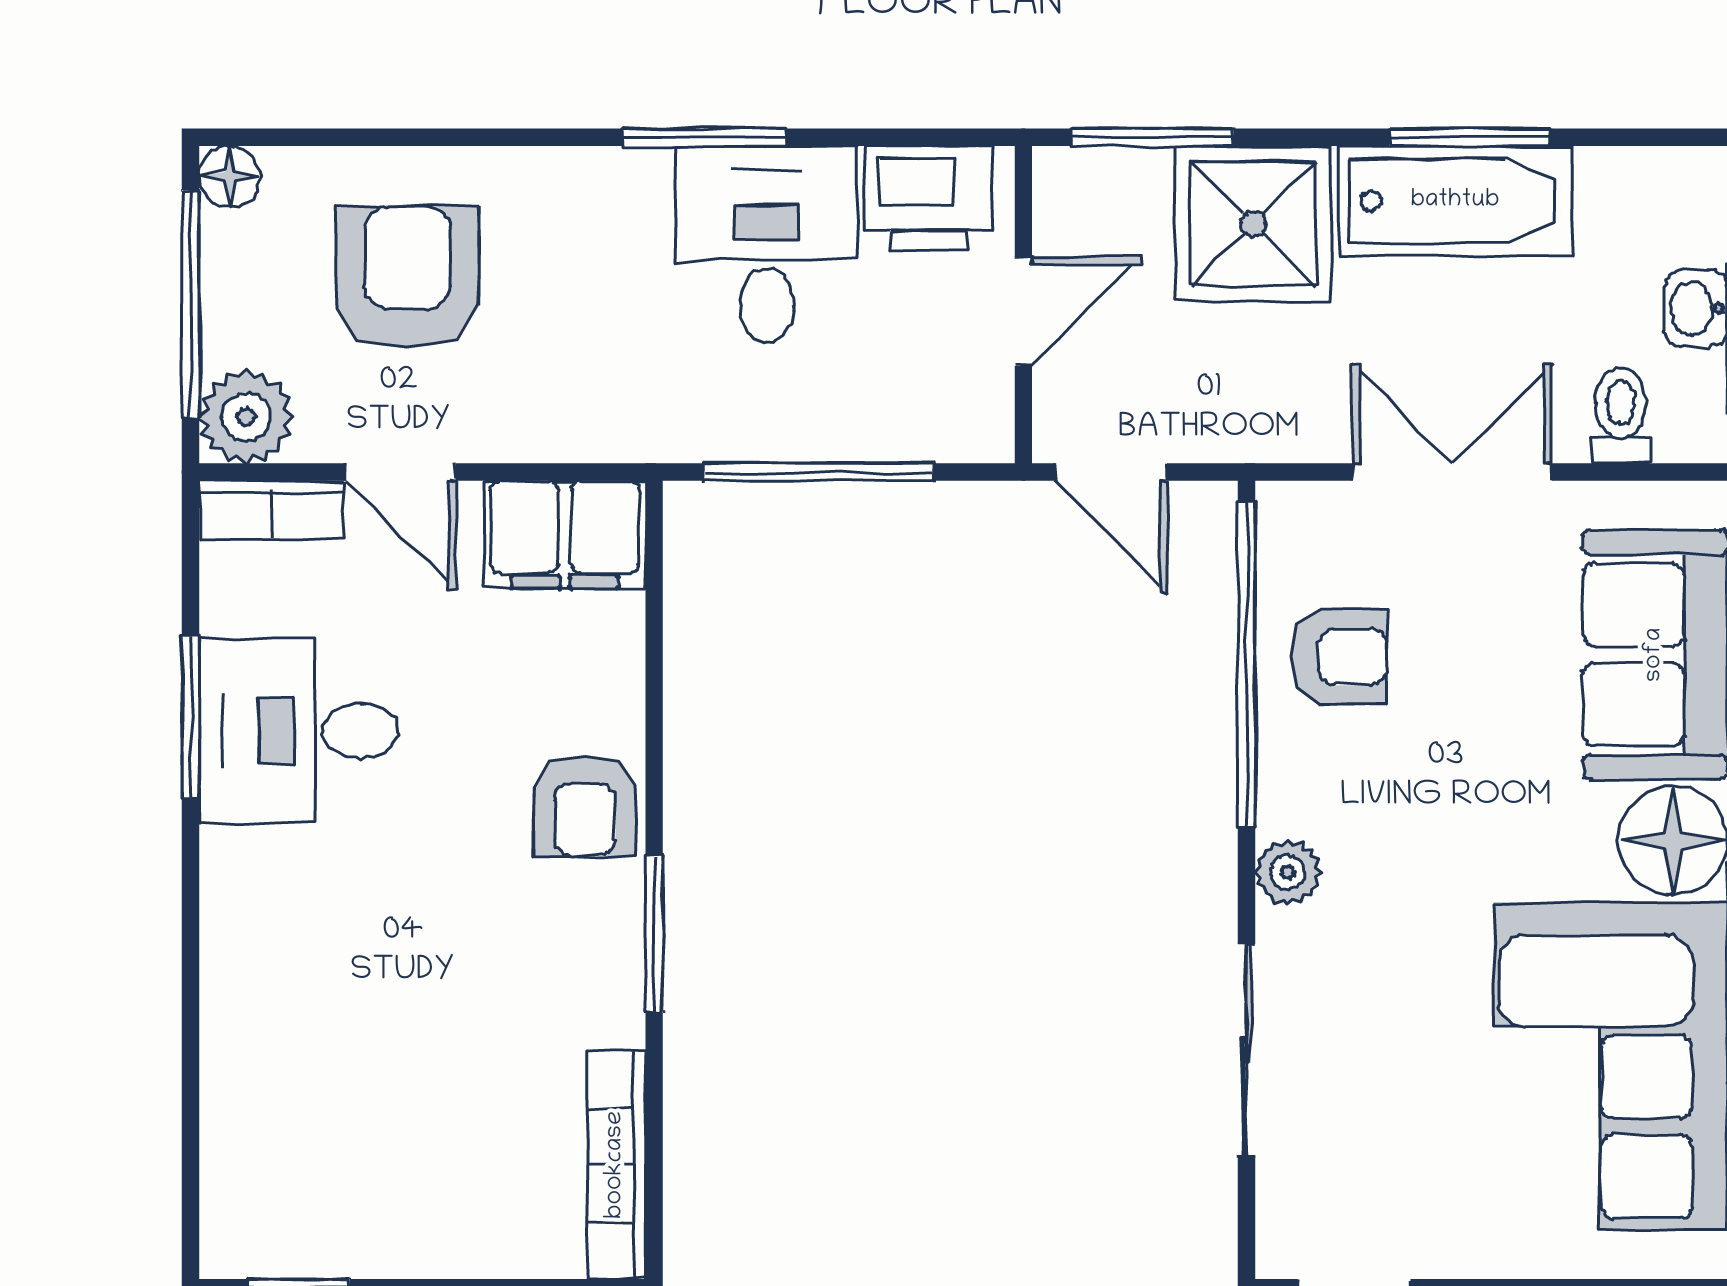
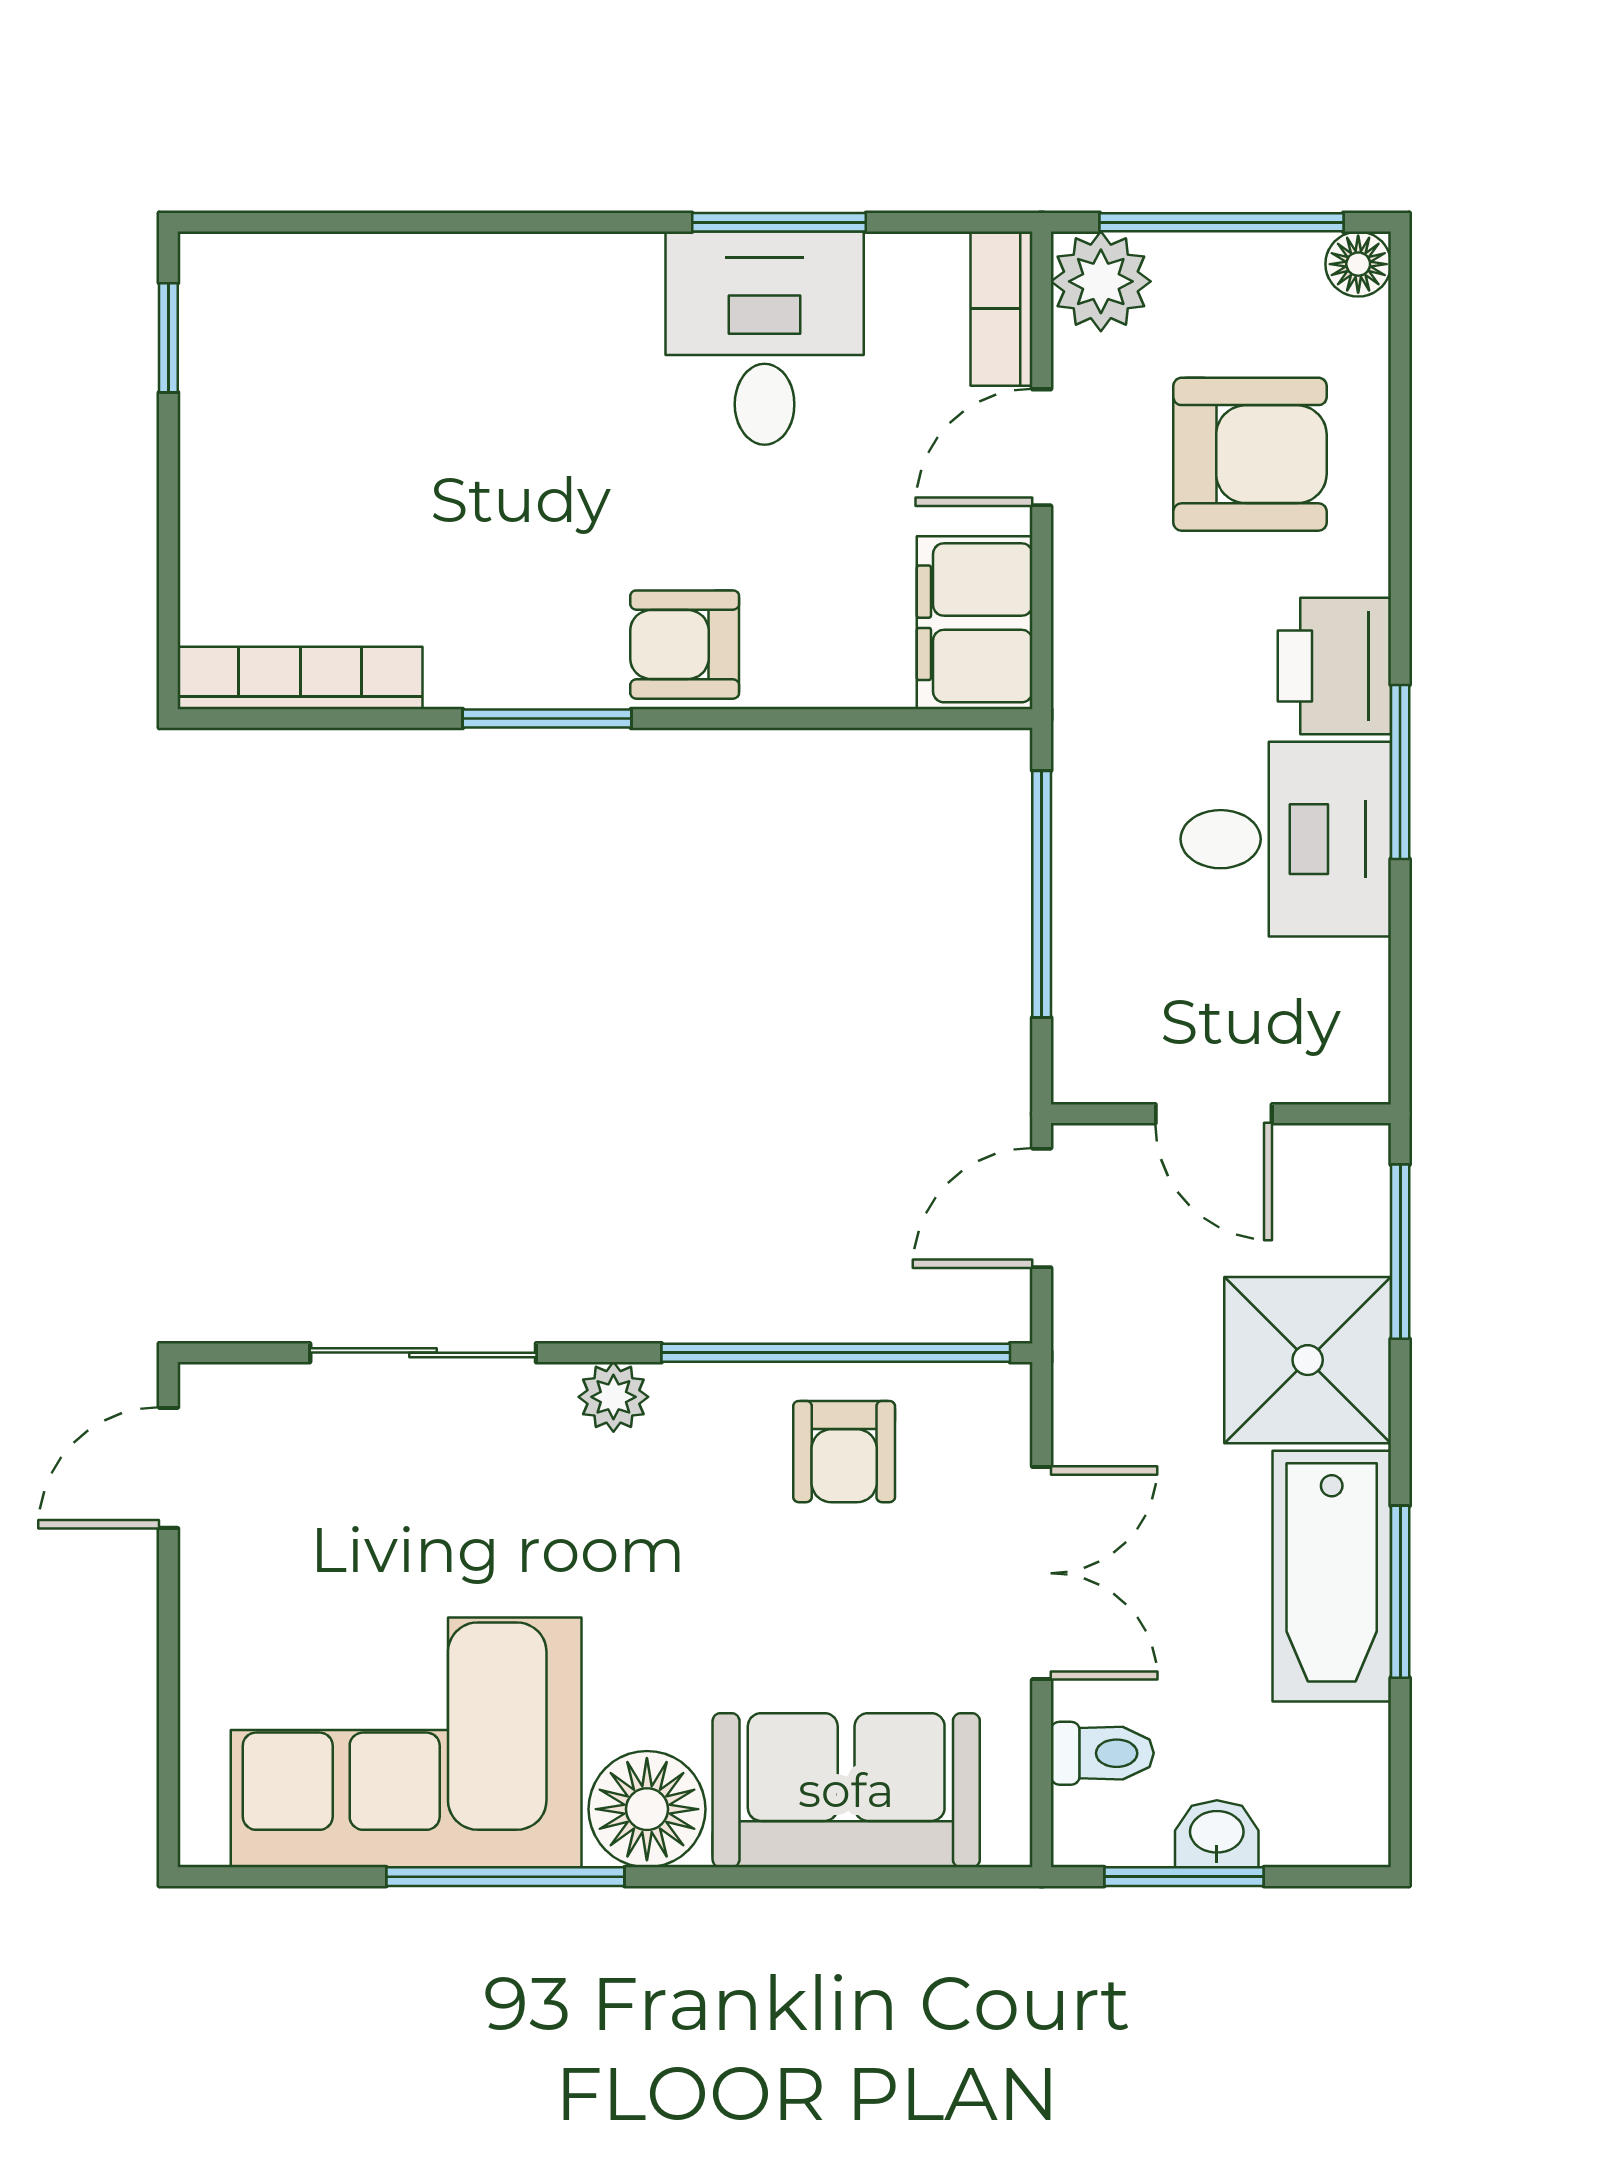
printer: (929, 199) -> (1334, 666), moved

